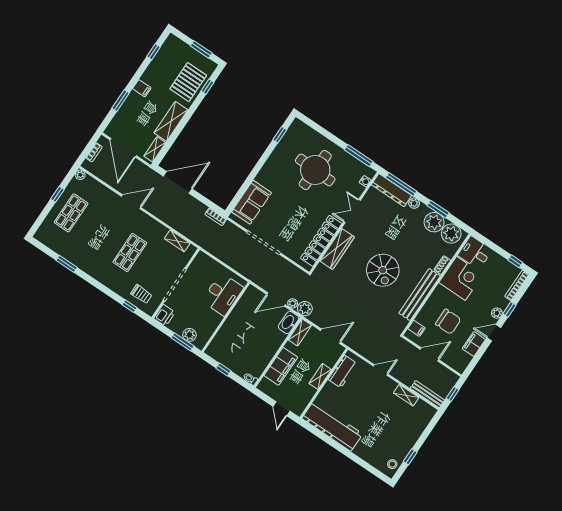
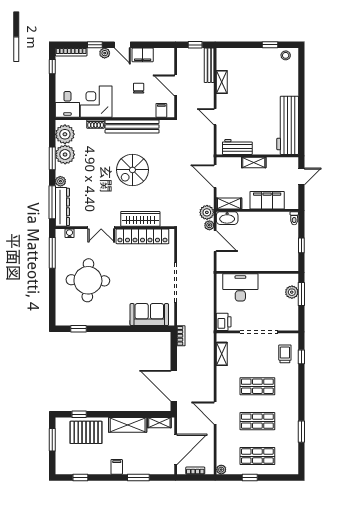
shop shelf: (100, 233) -> (257, 421), added
spiral stairs: (383, 270) -> (132, 170), turned 180
printer: (164, 315) -> (224, 322), moved, turned 90
chair: (448, 322) -> (139, 88), width x0.54, depth x0.54

